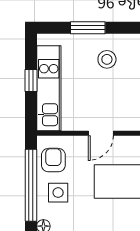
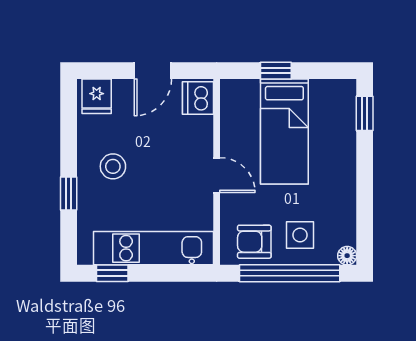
window: (88, 28) -> (69, 194), width x0.67
window: (31, 80) -> (112, 273), moved

